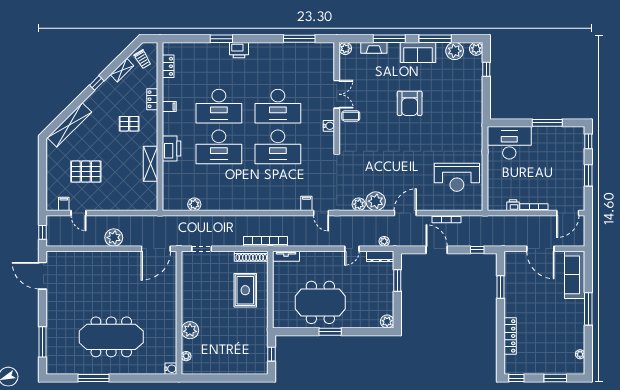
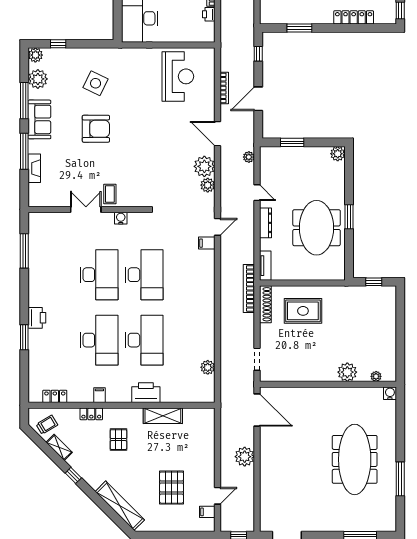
plant: (345, 48) -> (35, 200), removed
side table: (451, 103) -> (96, 83), added
dresser: (380, 256) -> (265, 223), moved

